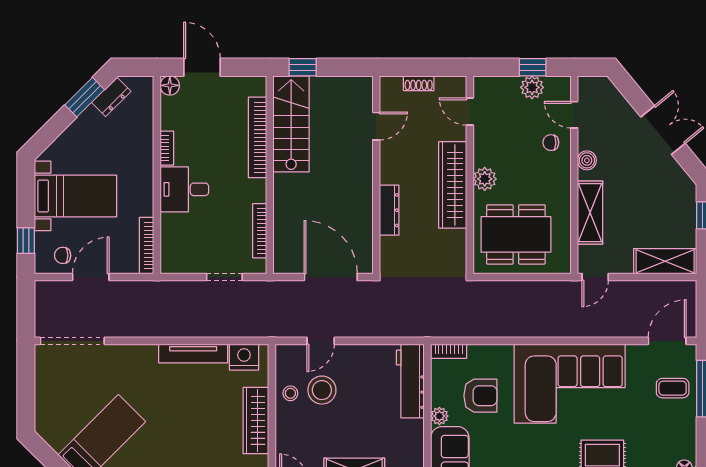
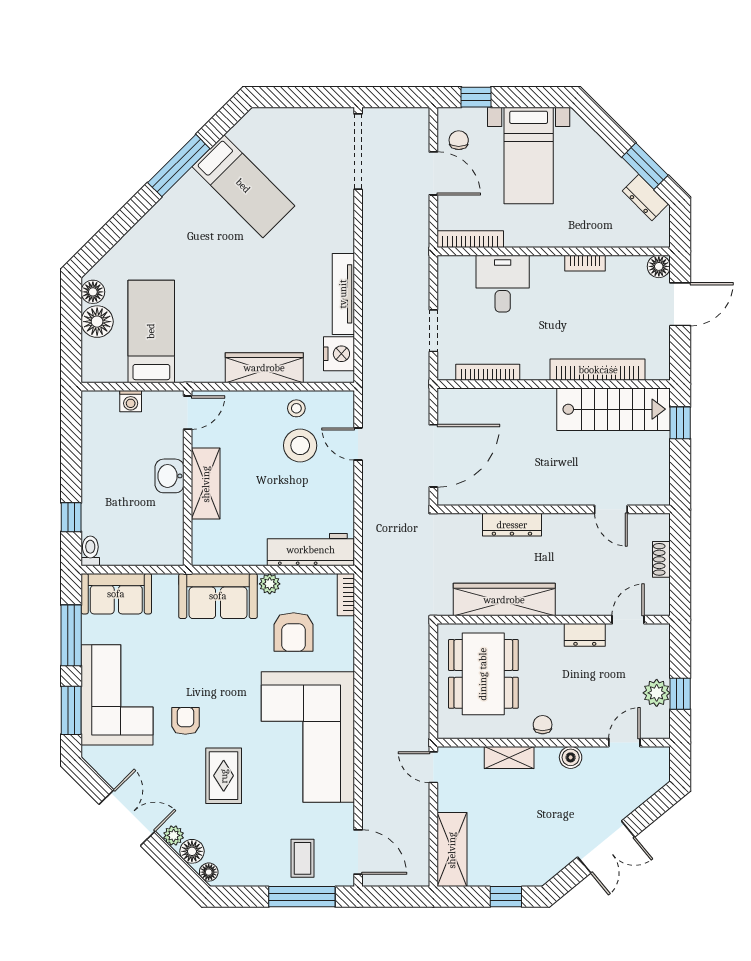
chair: (551, 143) -> (543, 725), moved
dresser: (483, 148) -> (585, 635), added
plant: (485, 179) -> (549, 637), removed
wardrobe: (453, 185) -> (504, 600), moved
desk: (184, 189) -> (503, 284), moved
shelving: (590, 213) -> (509, 757), width x0.67, depth x0.75

